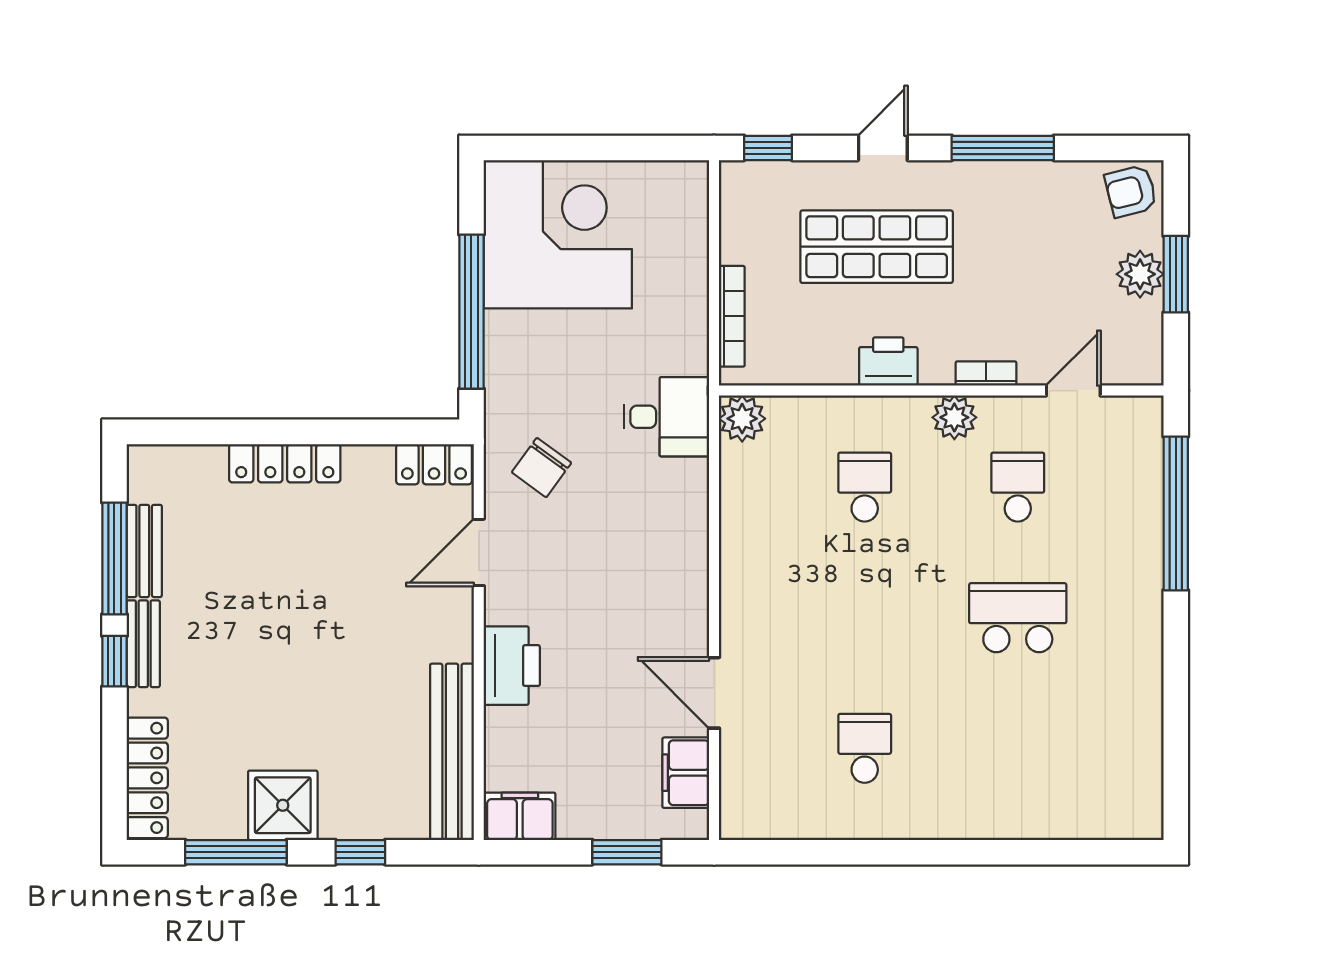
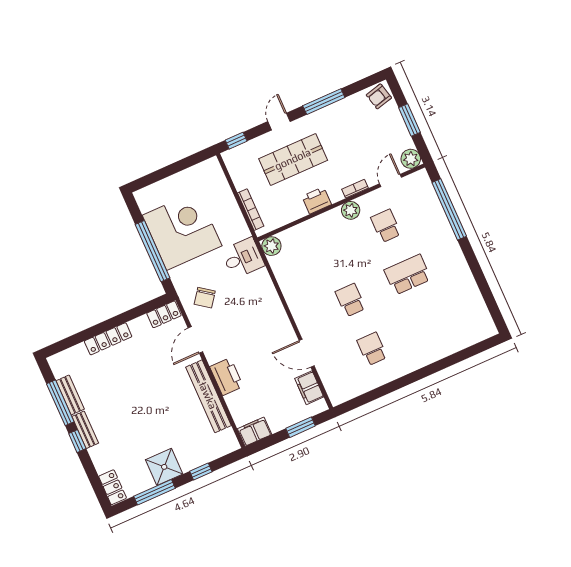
corner desk: (558, 234) -> (182, 231), moved
plant: (1140, 274) -> (411, 159), moved
school desk: (865, 487) -> (350, 300), moved
bench: (452, 752) -> (208, 396), moved
locker: (147, 778) -> (113, 487), width x0.66

